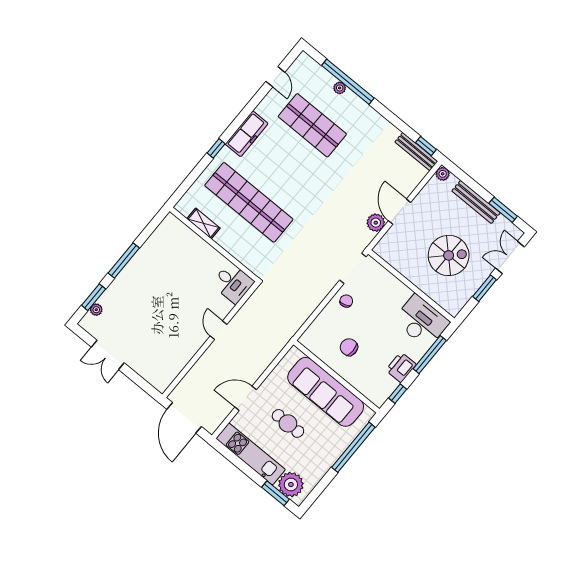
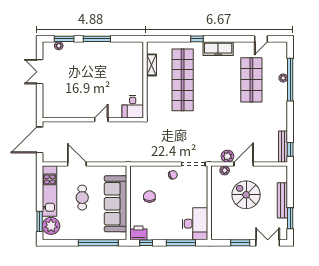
plant: (443, 174) -> (225, 170), moved
spiral stairs: (449, 255) -> (246, 195), moved, turned 180
printer: (401, 367) -> (138, 233), moved

